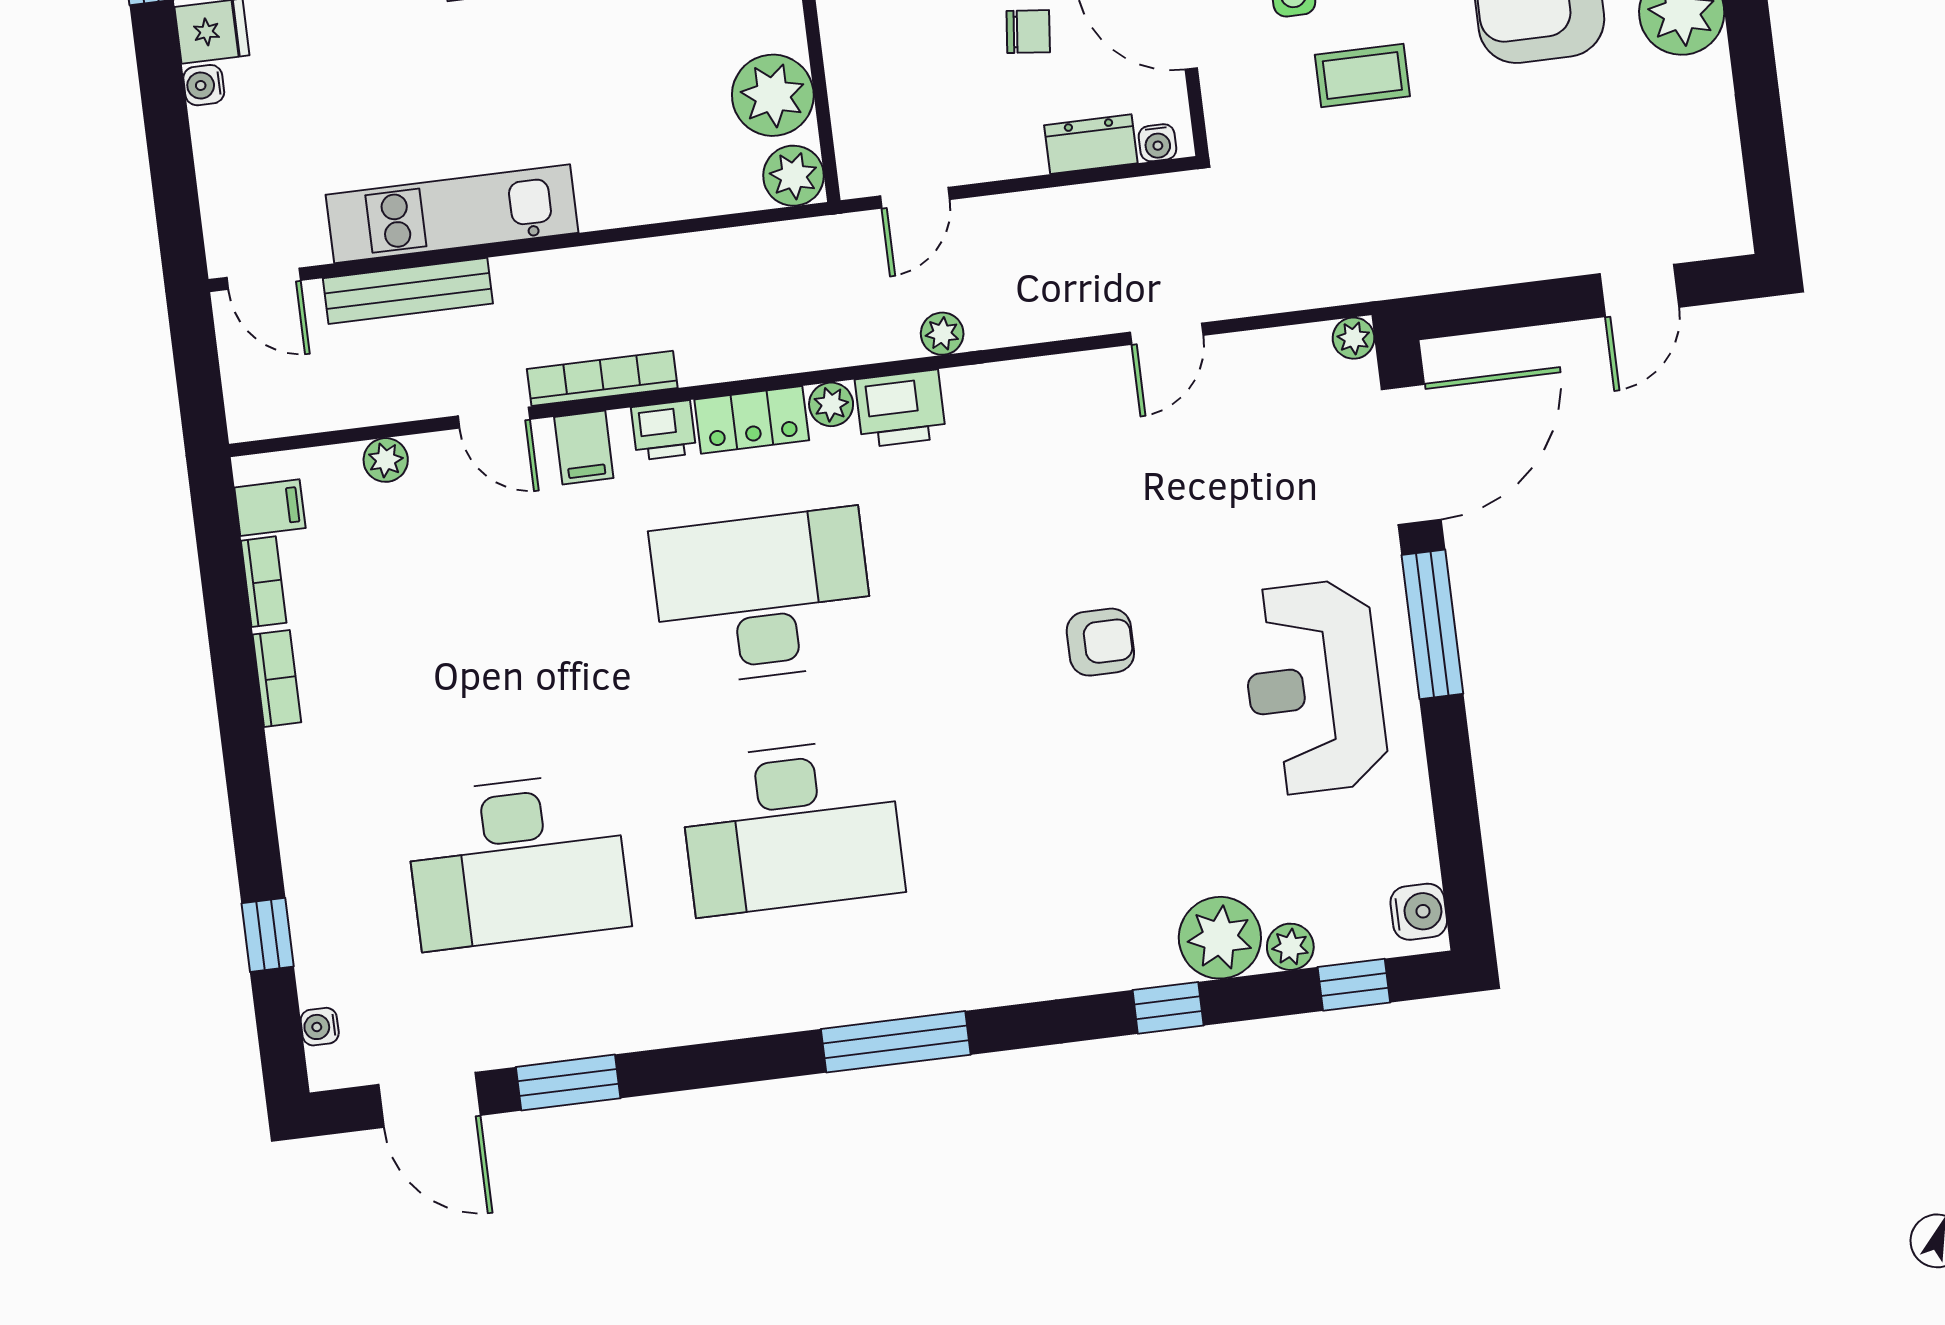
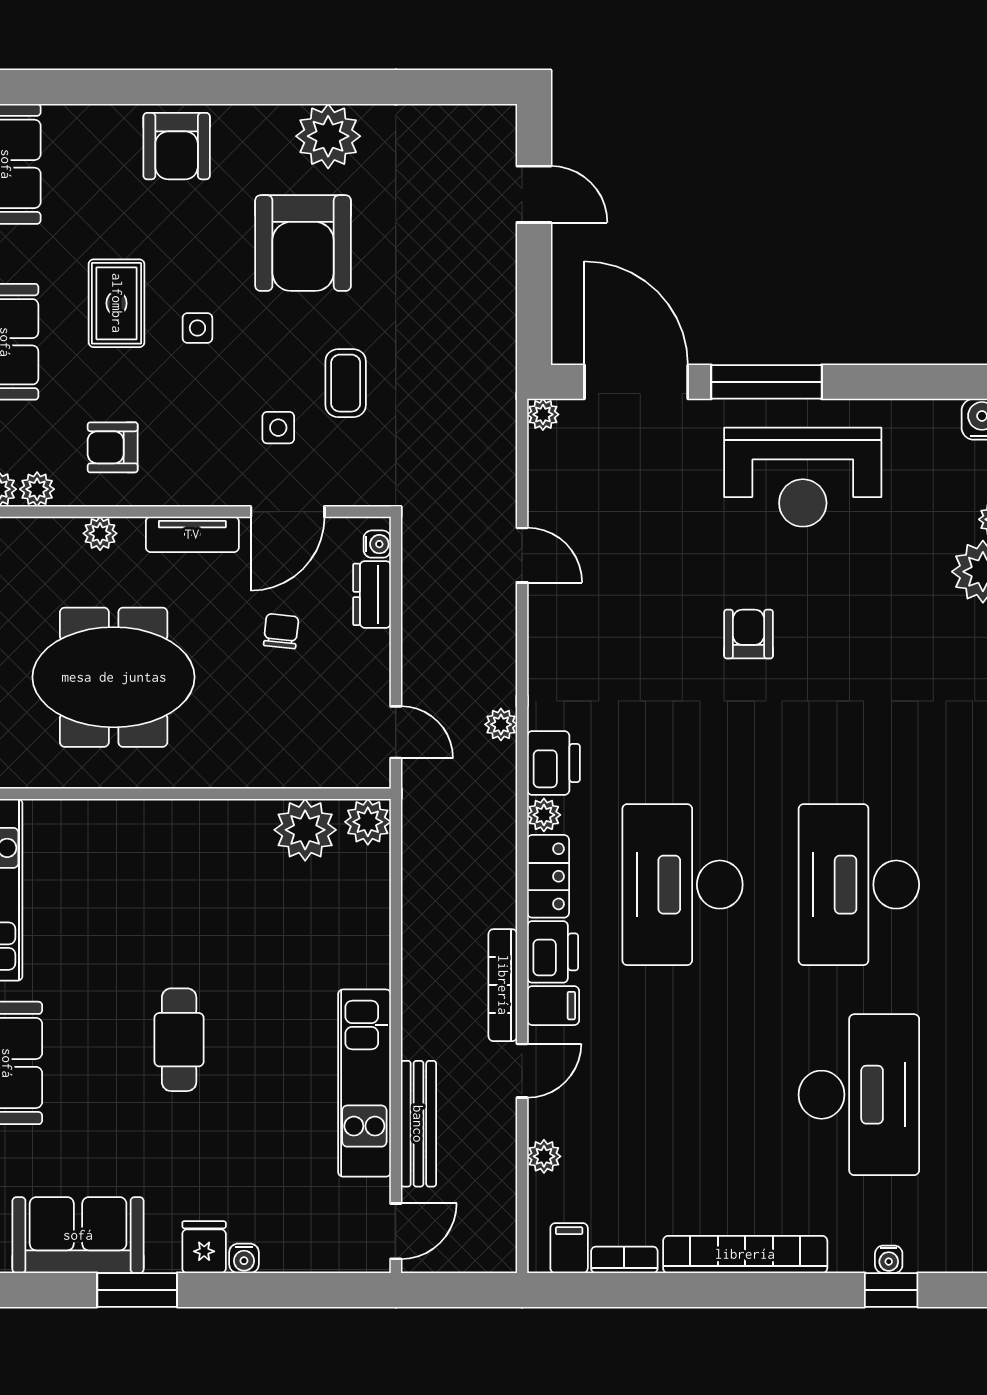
printer: (664, 430) -> (553, 952), width x1.36, depth x1.24
bookcase: (277, 678) -> (745, 1254), width x2.31, depth x1.31
desk: (791, 827) -> (859, 885), turned 180
water cooler: (320, 1027) -> (889, 1259), moved

